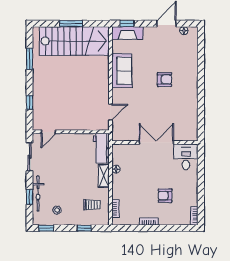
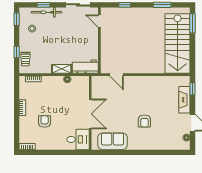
window: (71, 24) -> (193, 23), moved
fireplace: (127, 33) -> (184, 100), moved
sofa: (122, 71) -> (113, 141), moved, turned 180
trolley: (92, 205) -> (25, 59), moved

